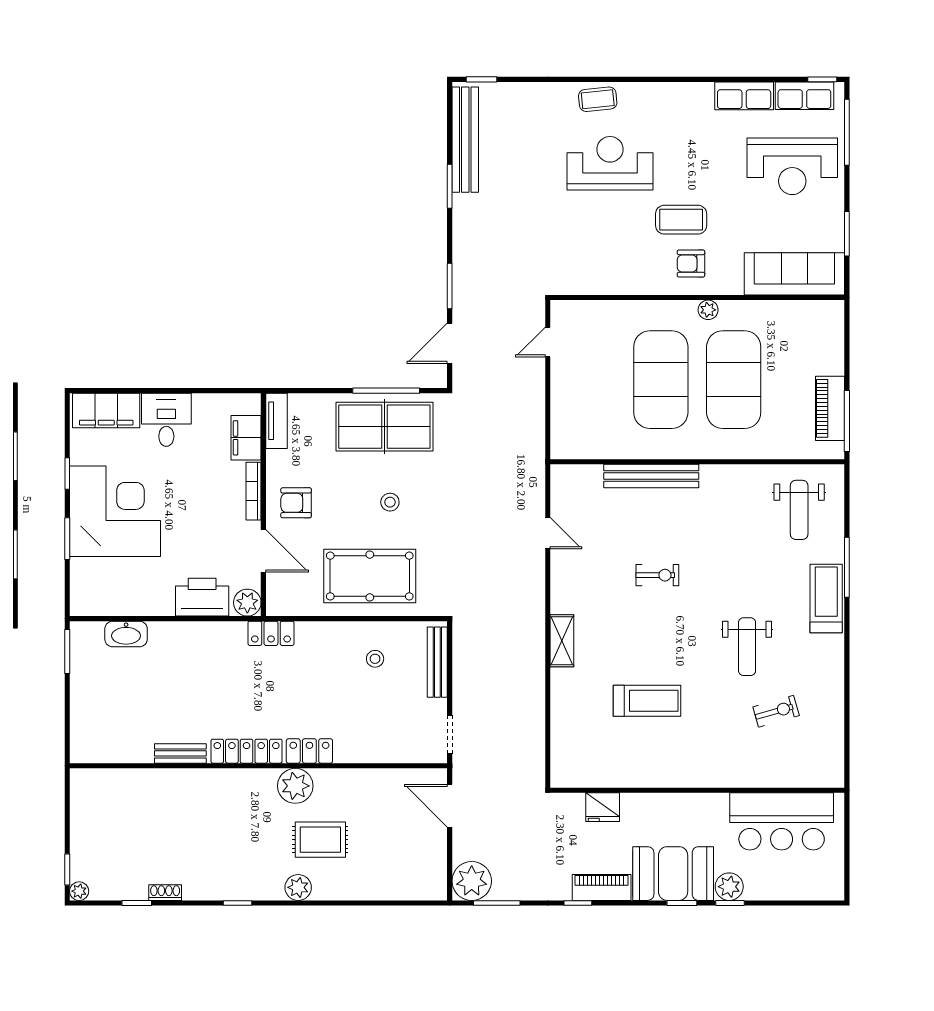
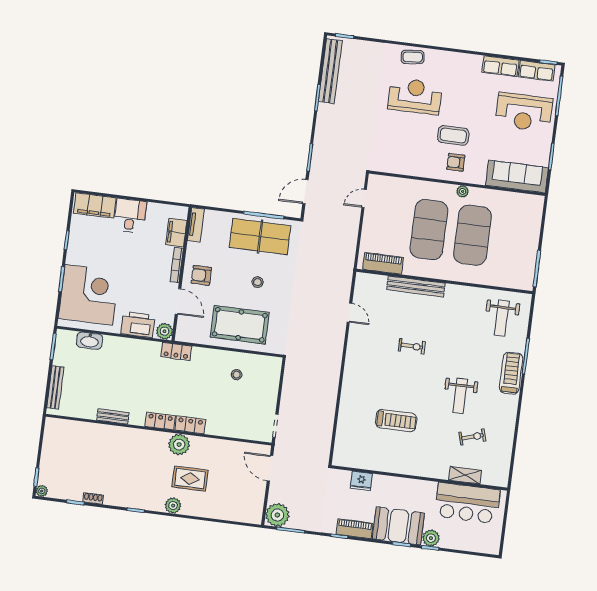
piano: (830, 408) -> (383, 263), moved, turned 90
corner desk: (115, 511) -> (89, 295), moved
shelving: (562, 641) -> (465, 475), moved, turned 90
bench: (437, 662) -> (55, 387), moved
locker: (247, 751) -> (160, 421), width x0.66

